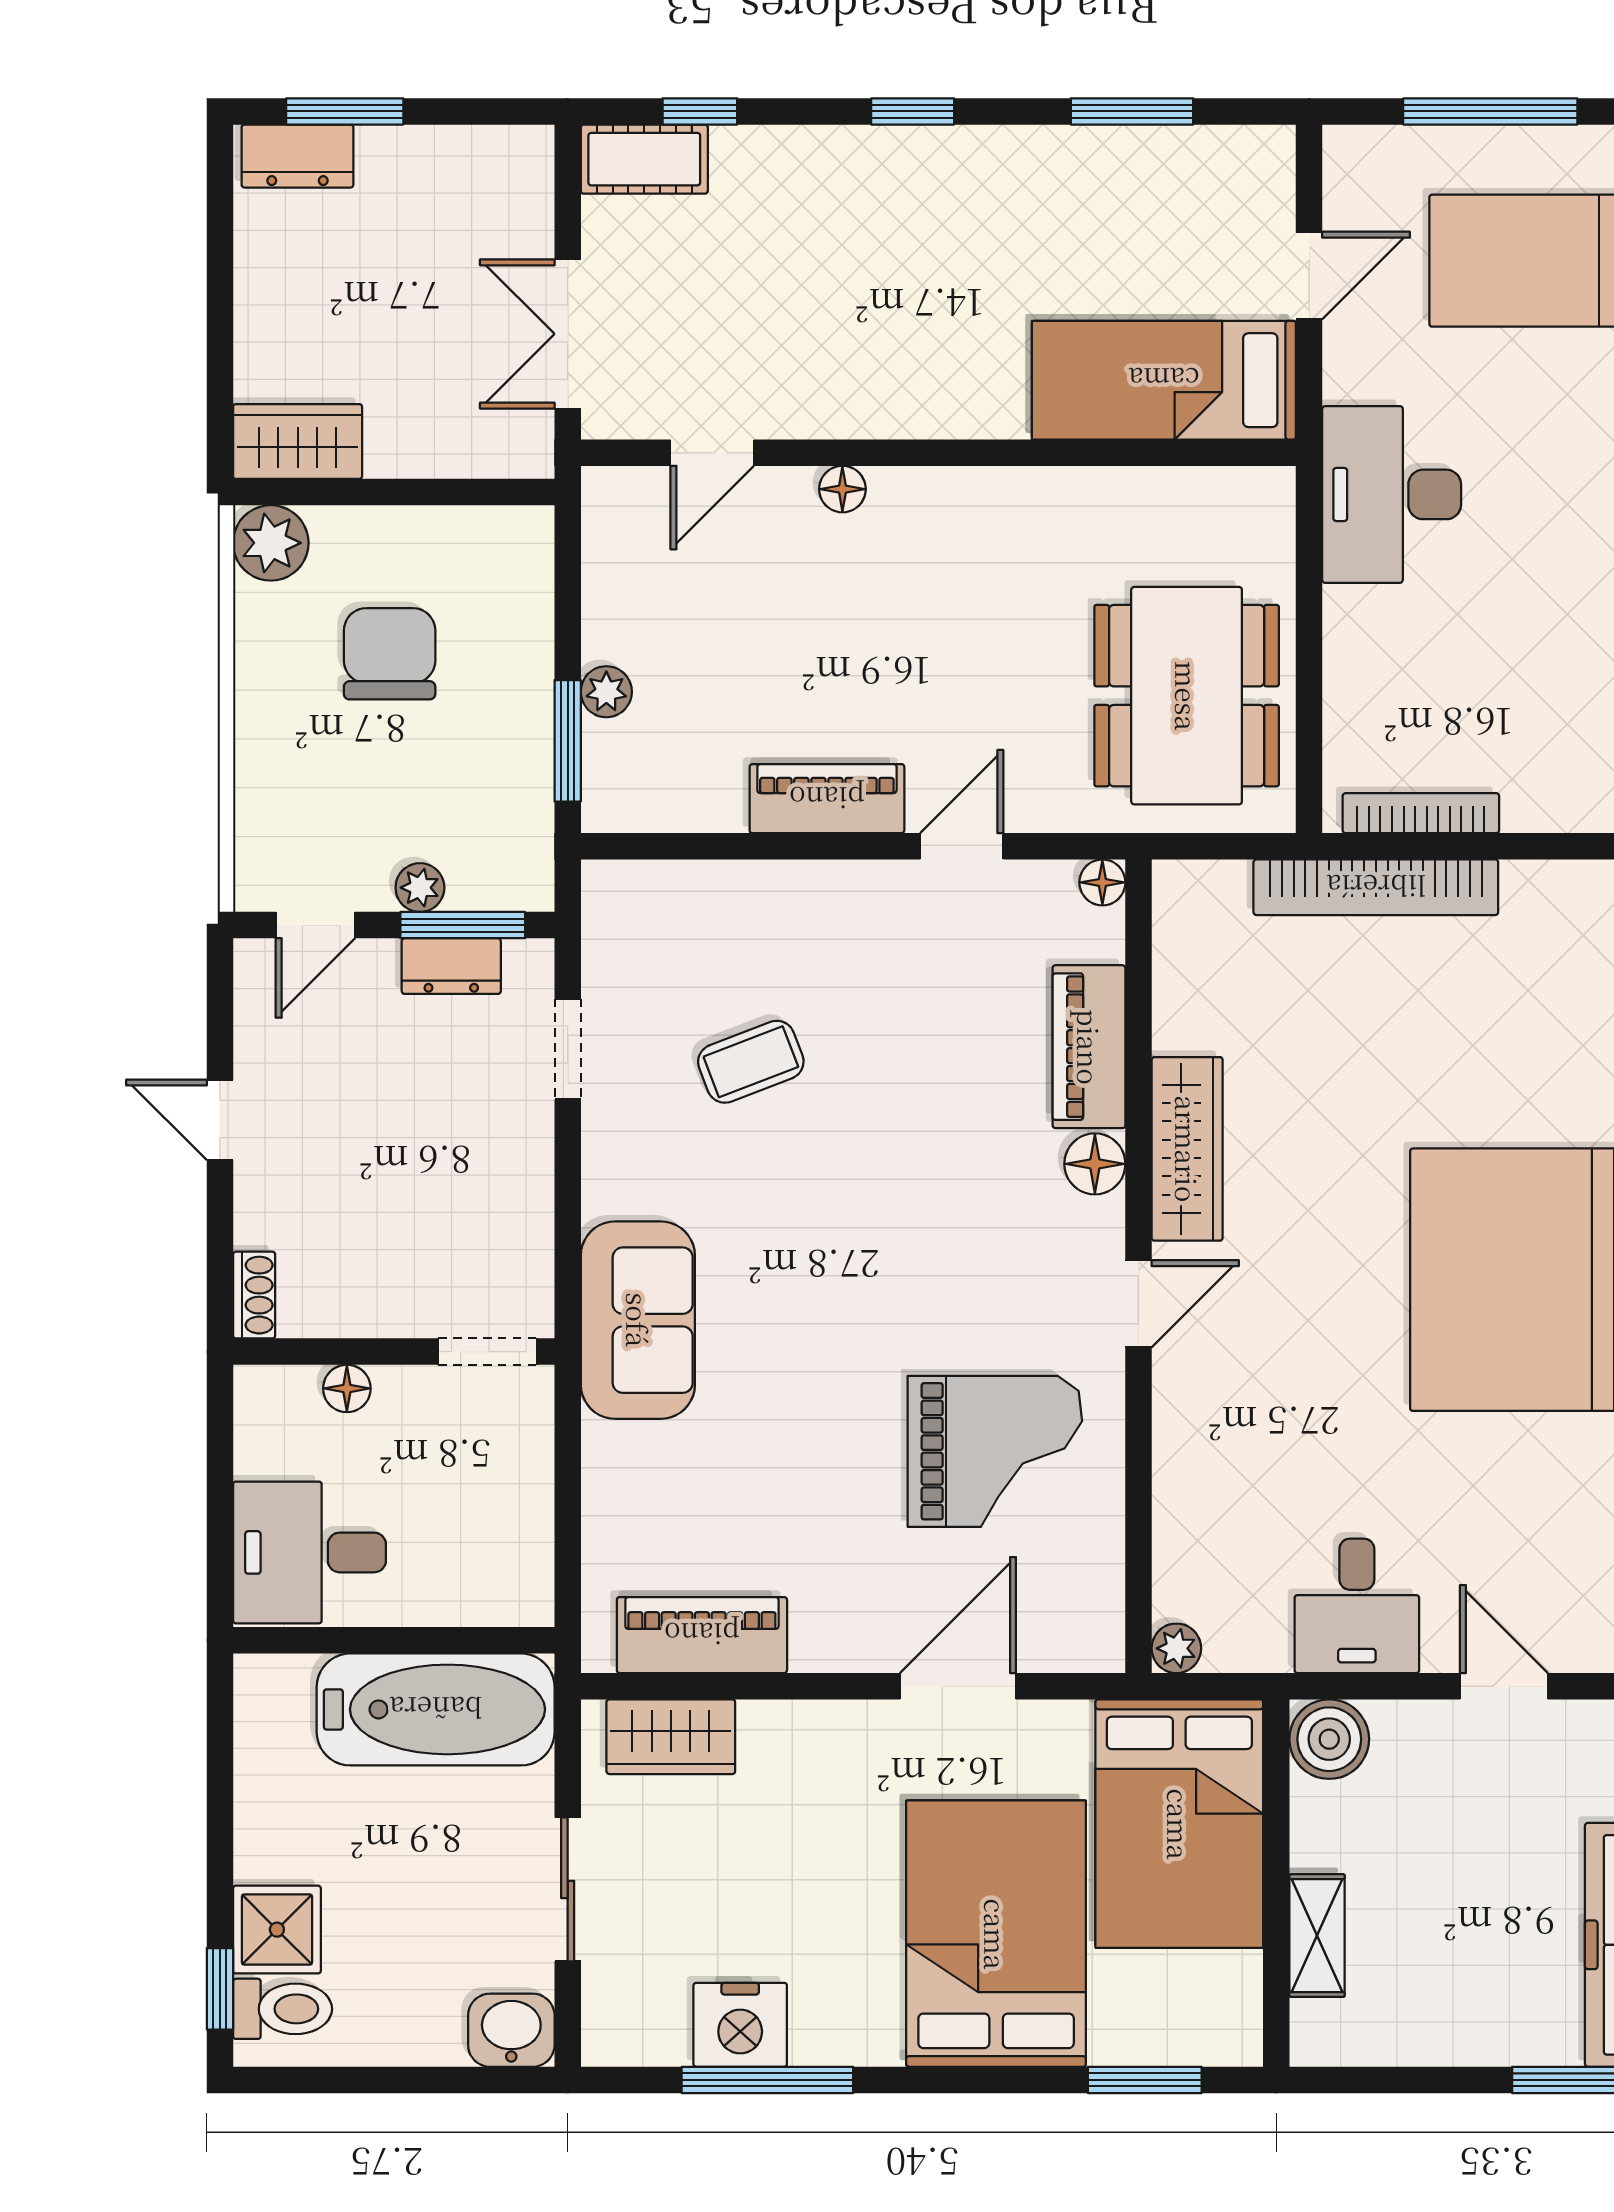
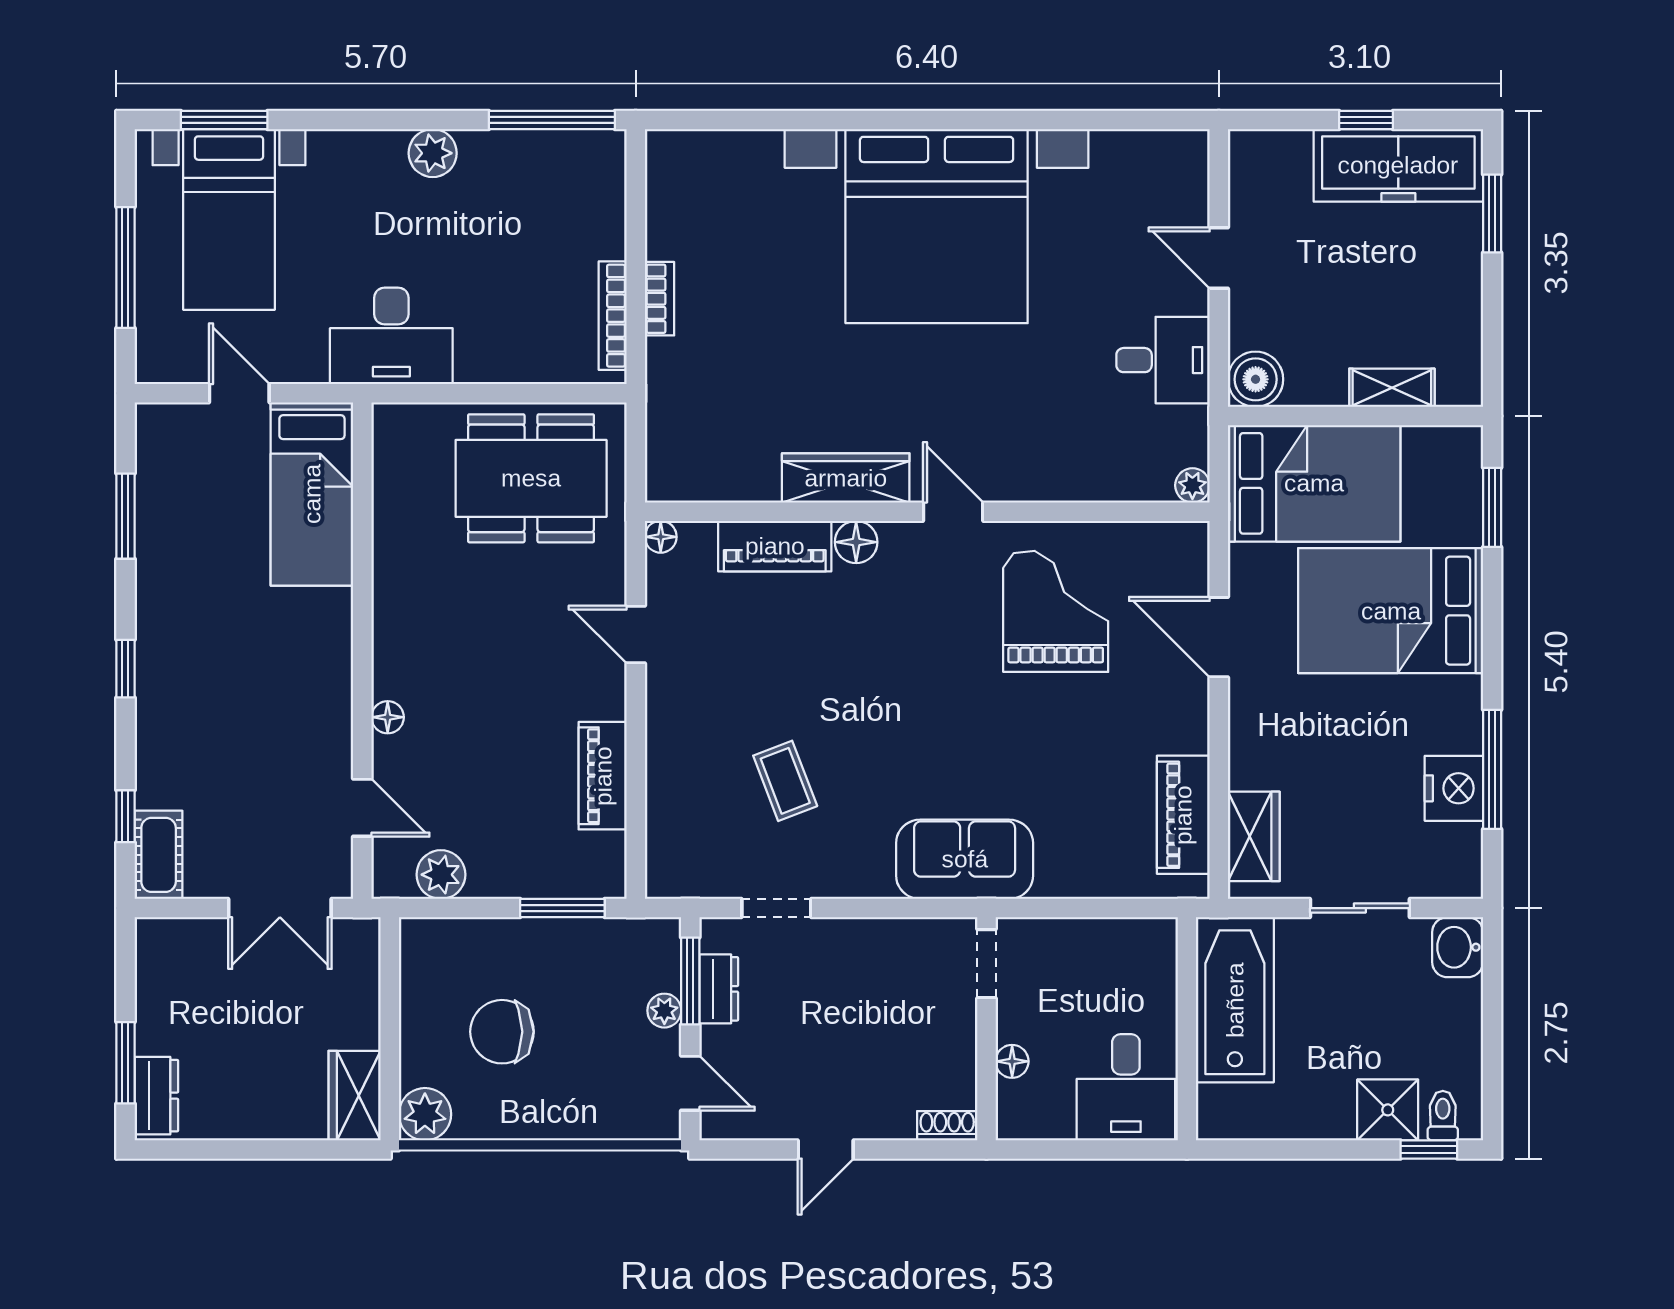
plant: (606, 692) -> (441, 875), moved, width x1.38, depth x1.38
piano: (827, 799) -> (603, 776), moved
bookcase: (1376, 887) -> (659, 299), width x0.43, depth x0.76
door: (1504, 1686) -> (1219, 258), hinge flipped
toilet: (283, 2009) -> (1443, 1116), width x0.73, depth x0.72

